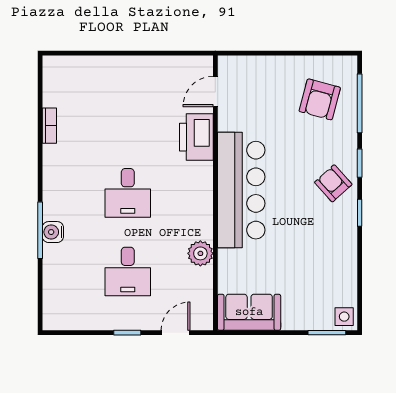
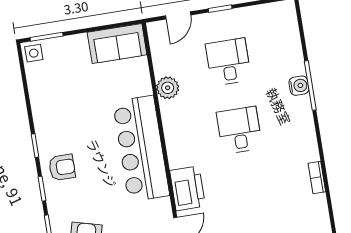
armchair: (333, 183) -> (62, 167), turned -48

